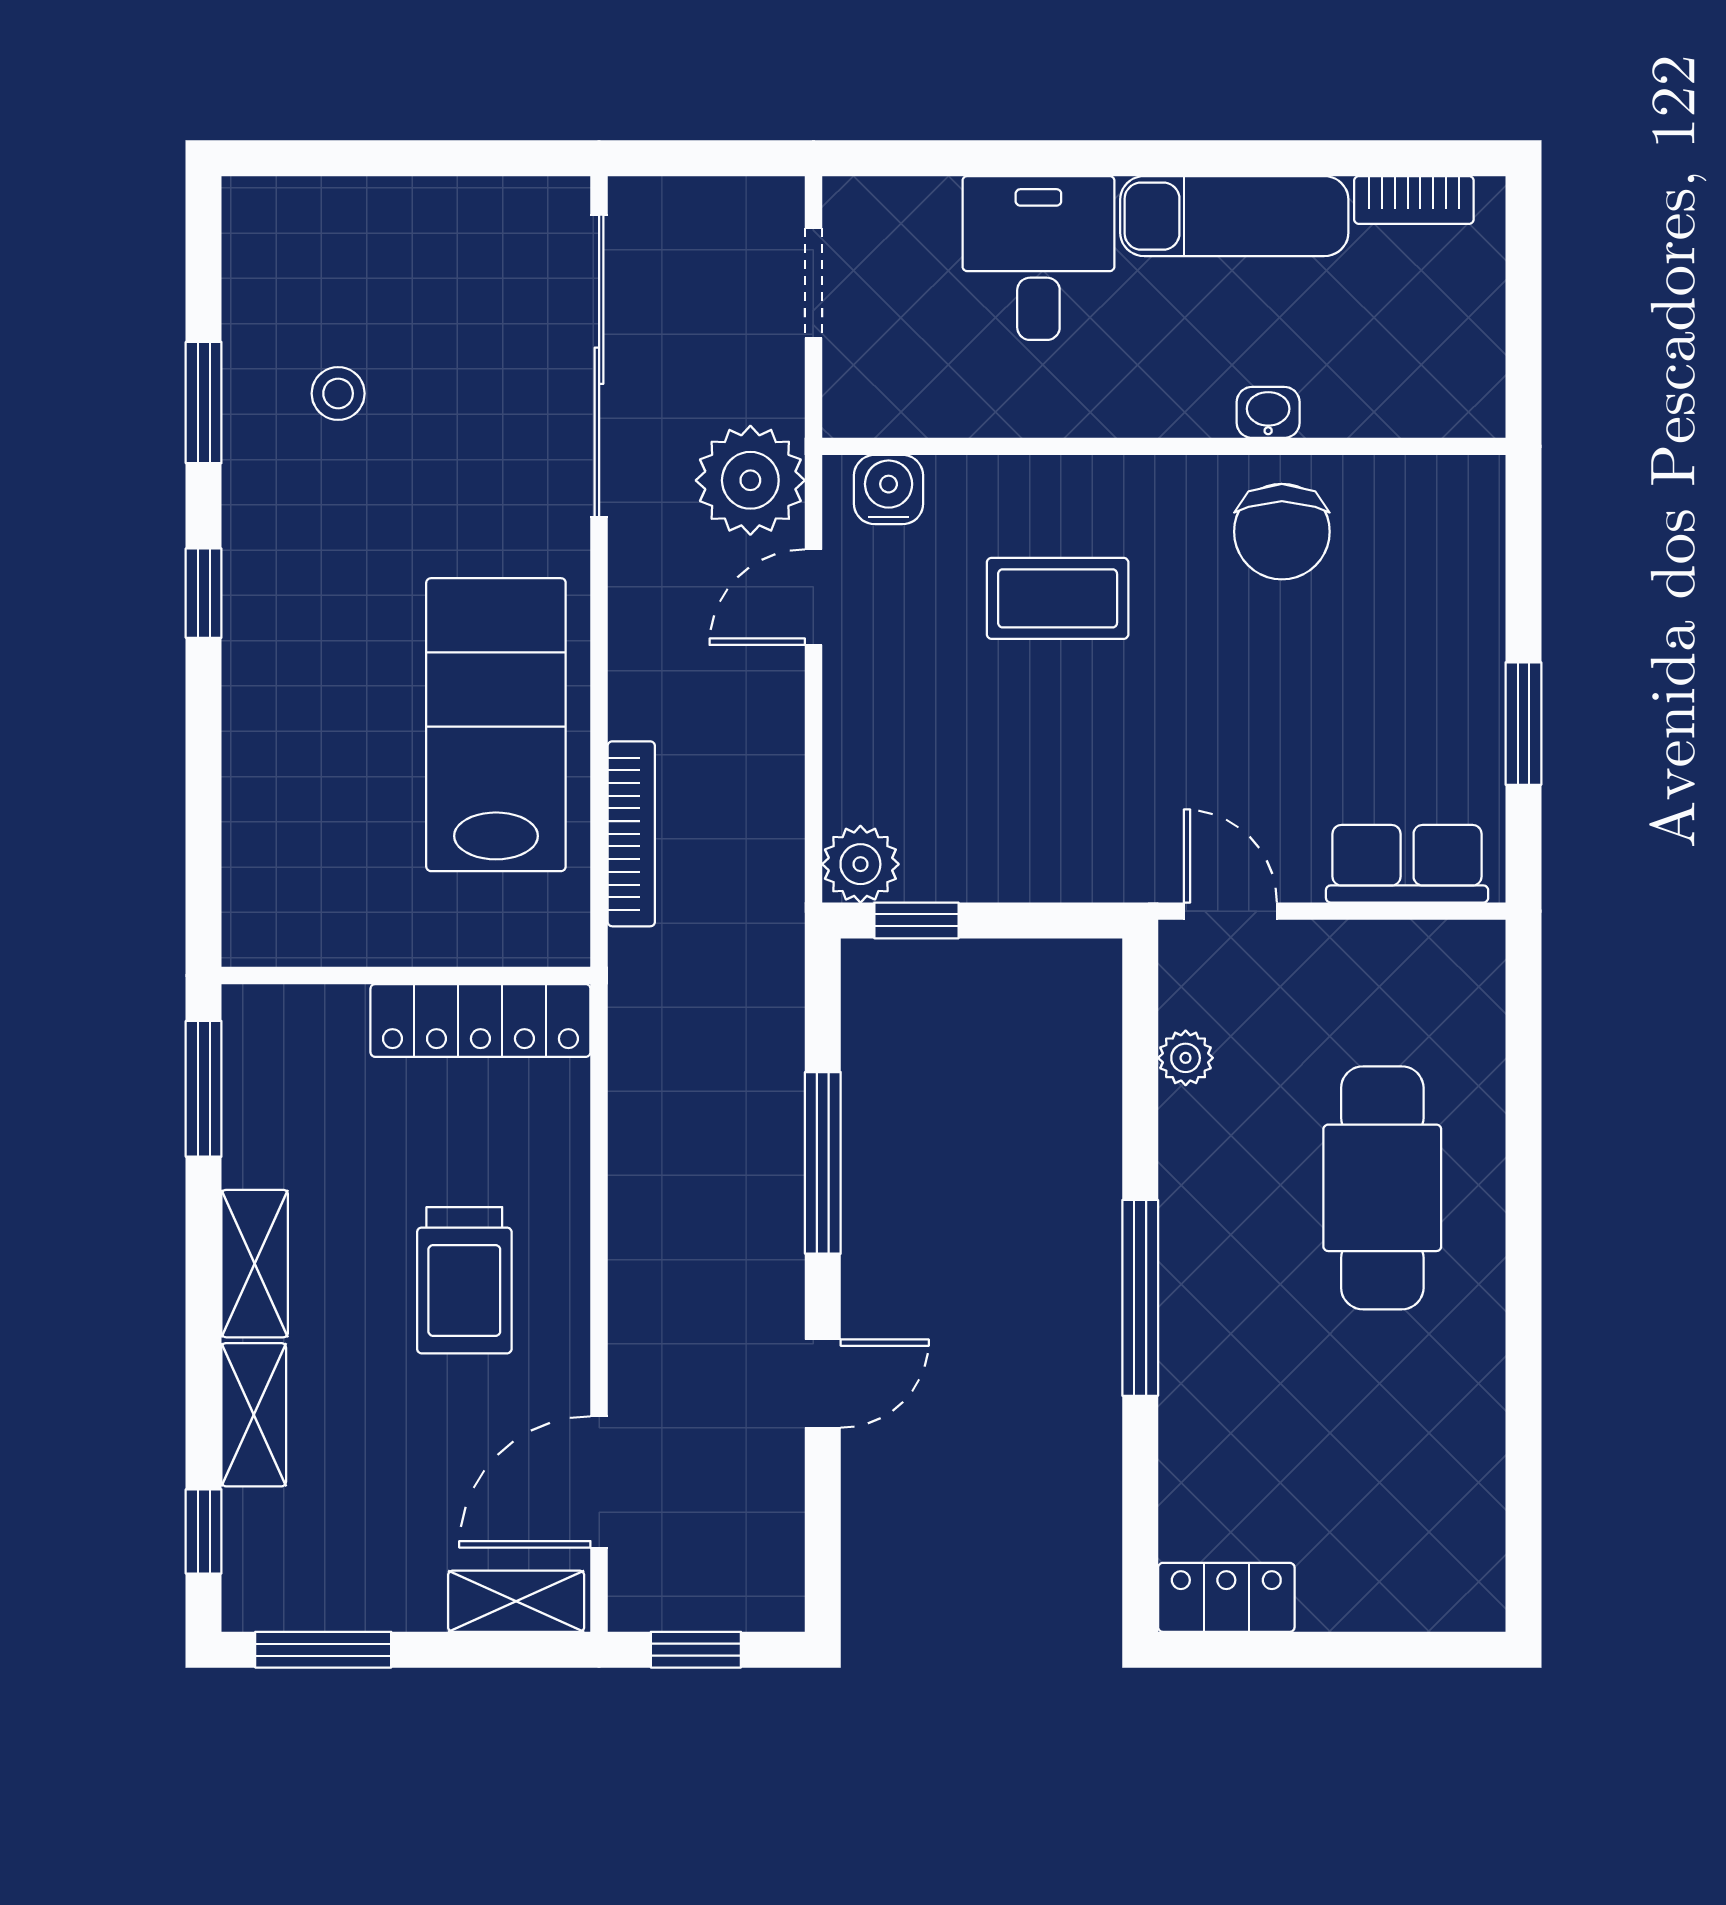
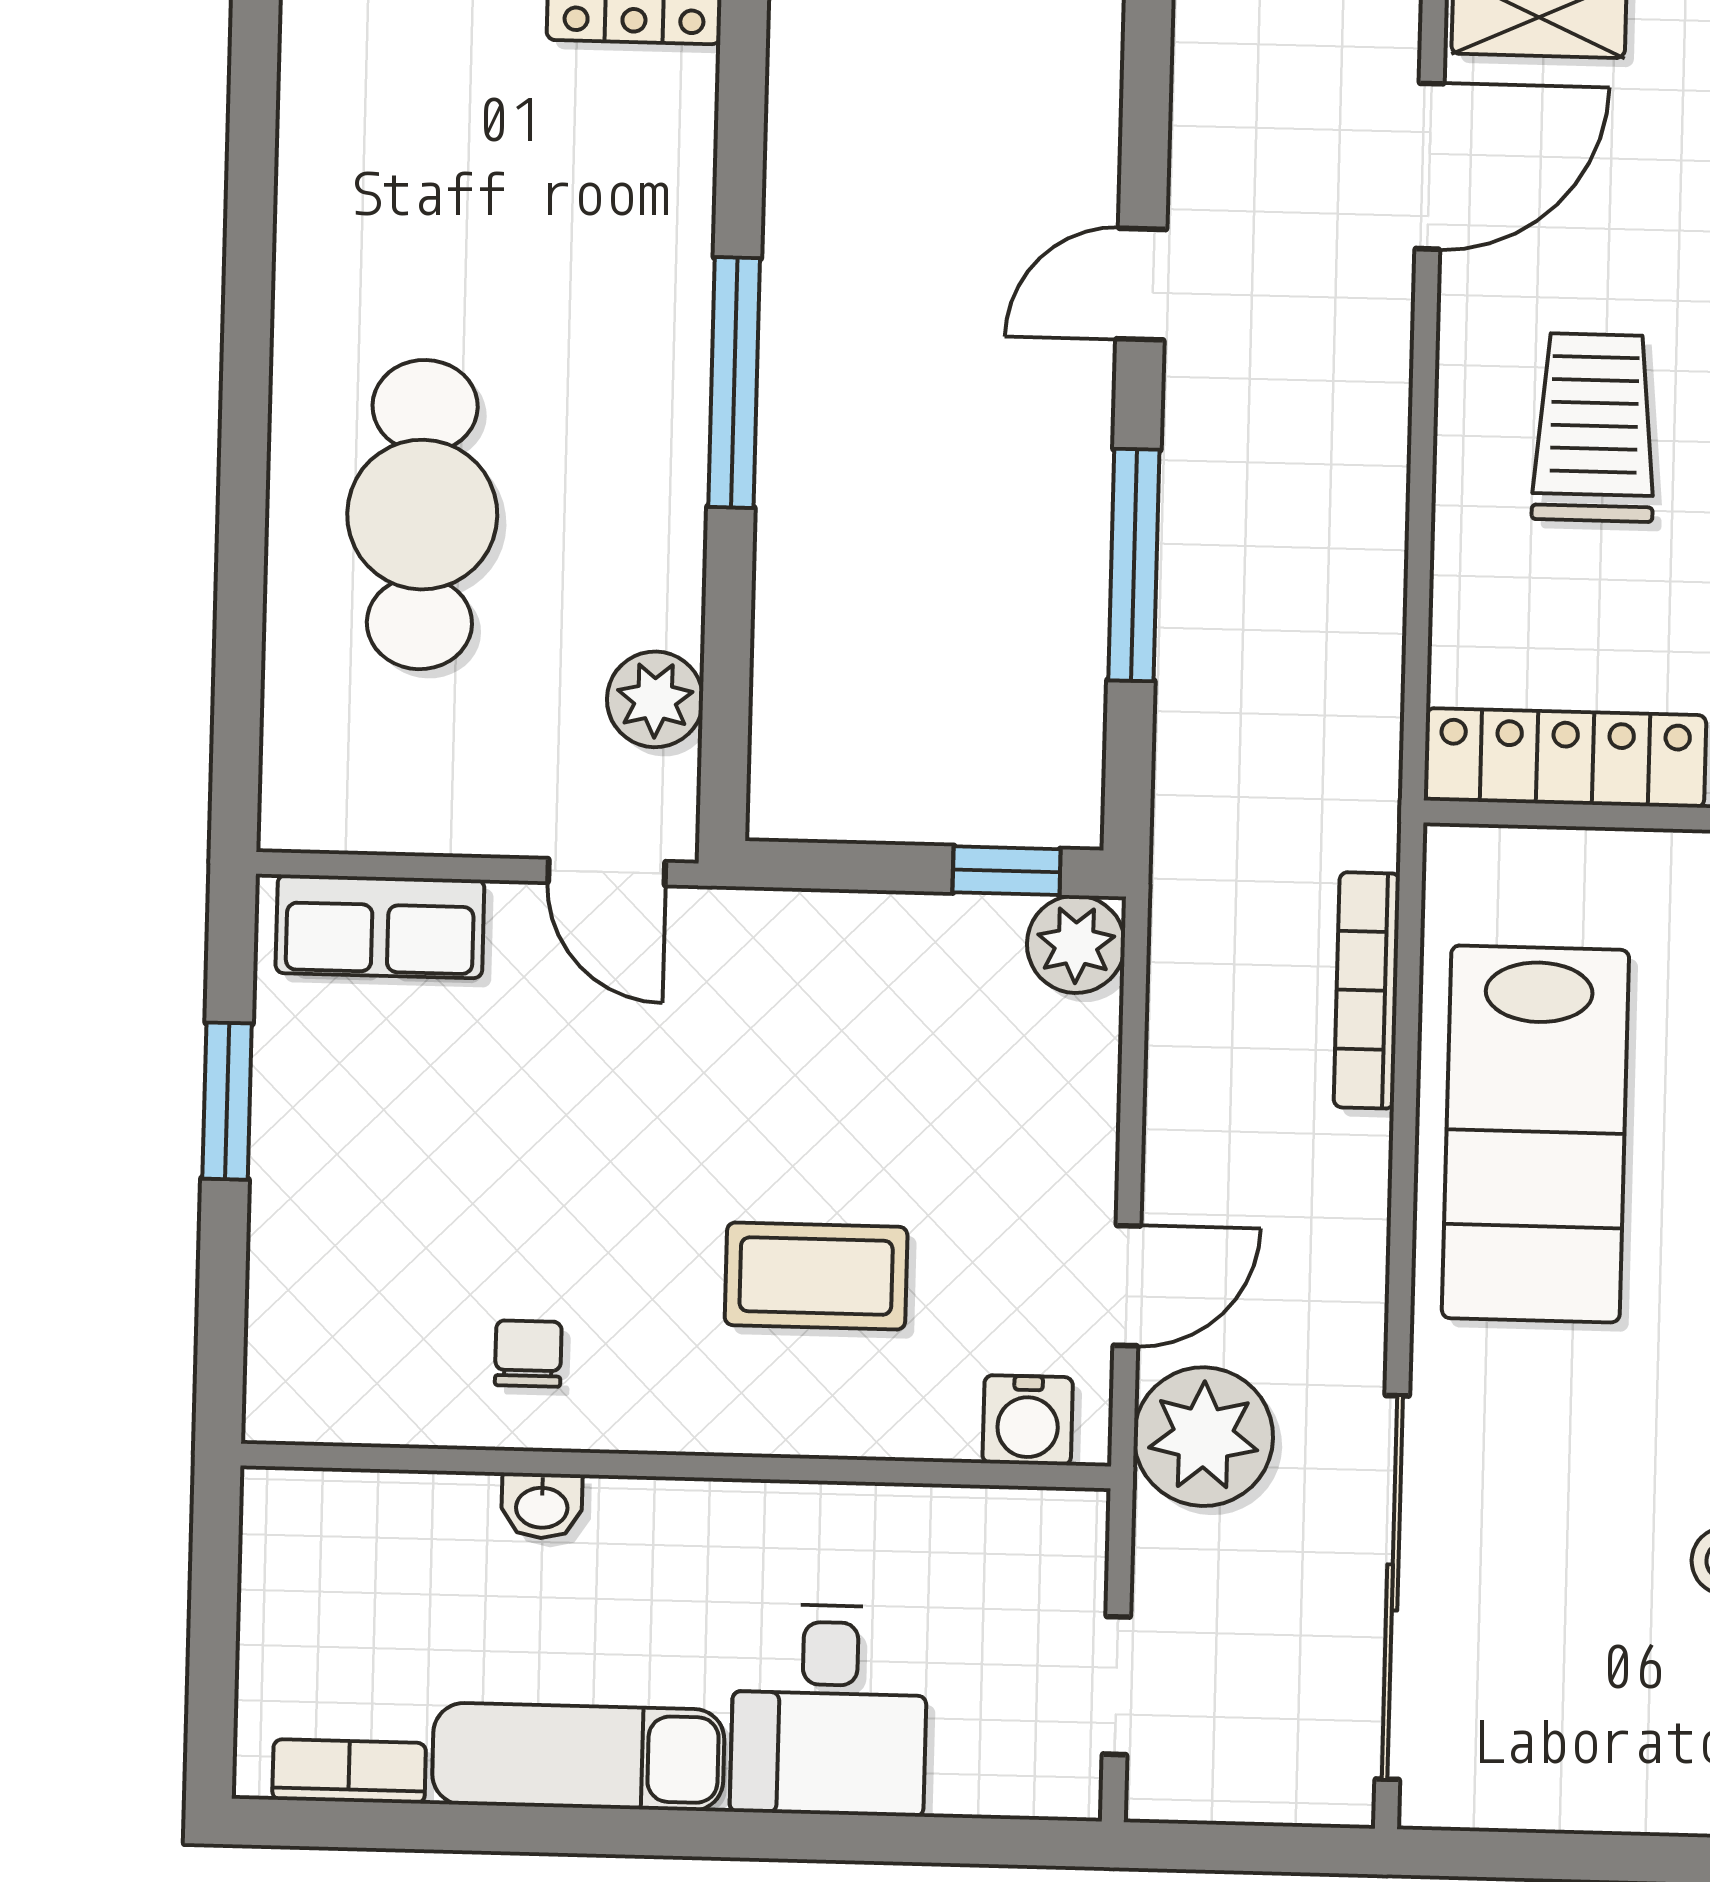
chair: (1282, 532) -> (528, 1354), width x0.54, depth x0.54
plant: (1186, 1058) -> (655, 699), width x1.38, depth x1.38

